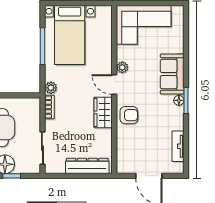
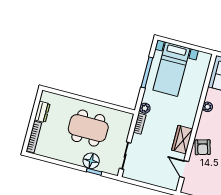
door: (114, 84) -> (184, 169), moved
armchair: (129, 115) -> (203, 147), turned 74
dresser: (87, 166) -> (158, 180), removed

